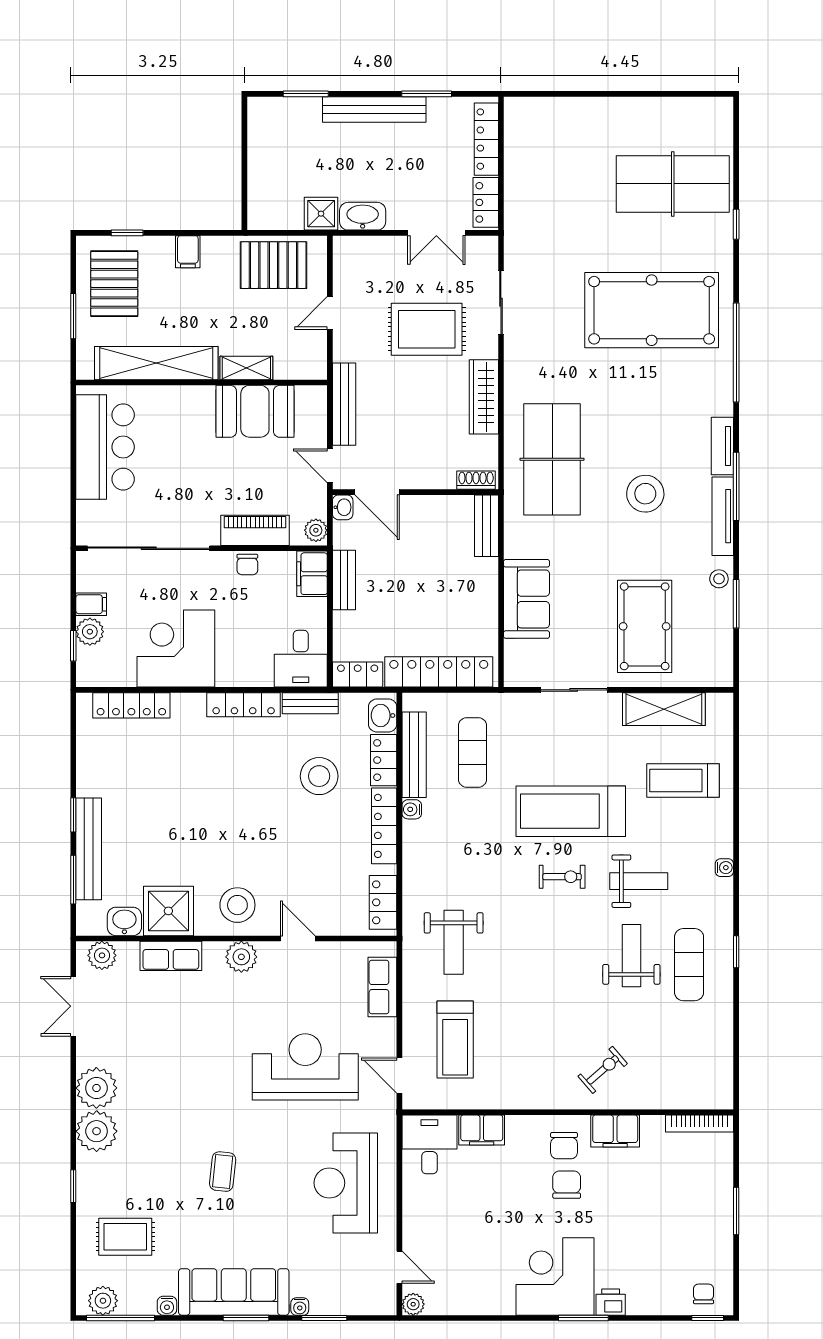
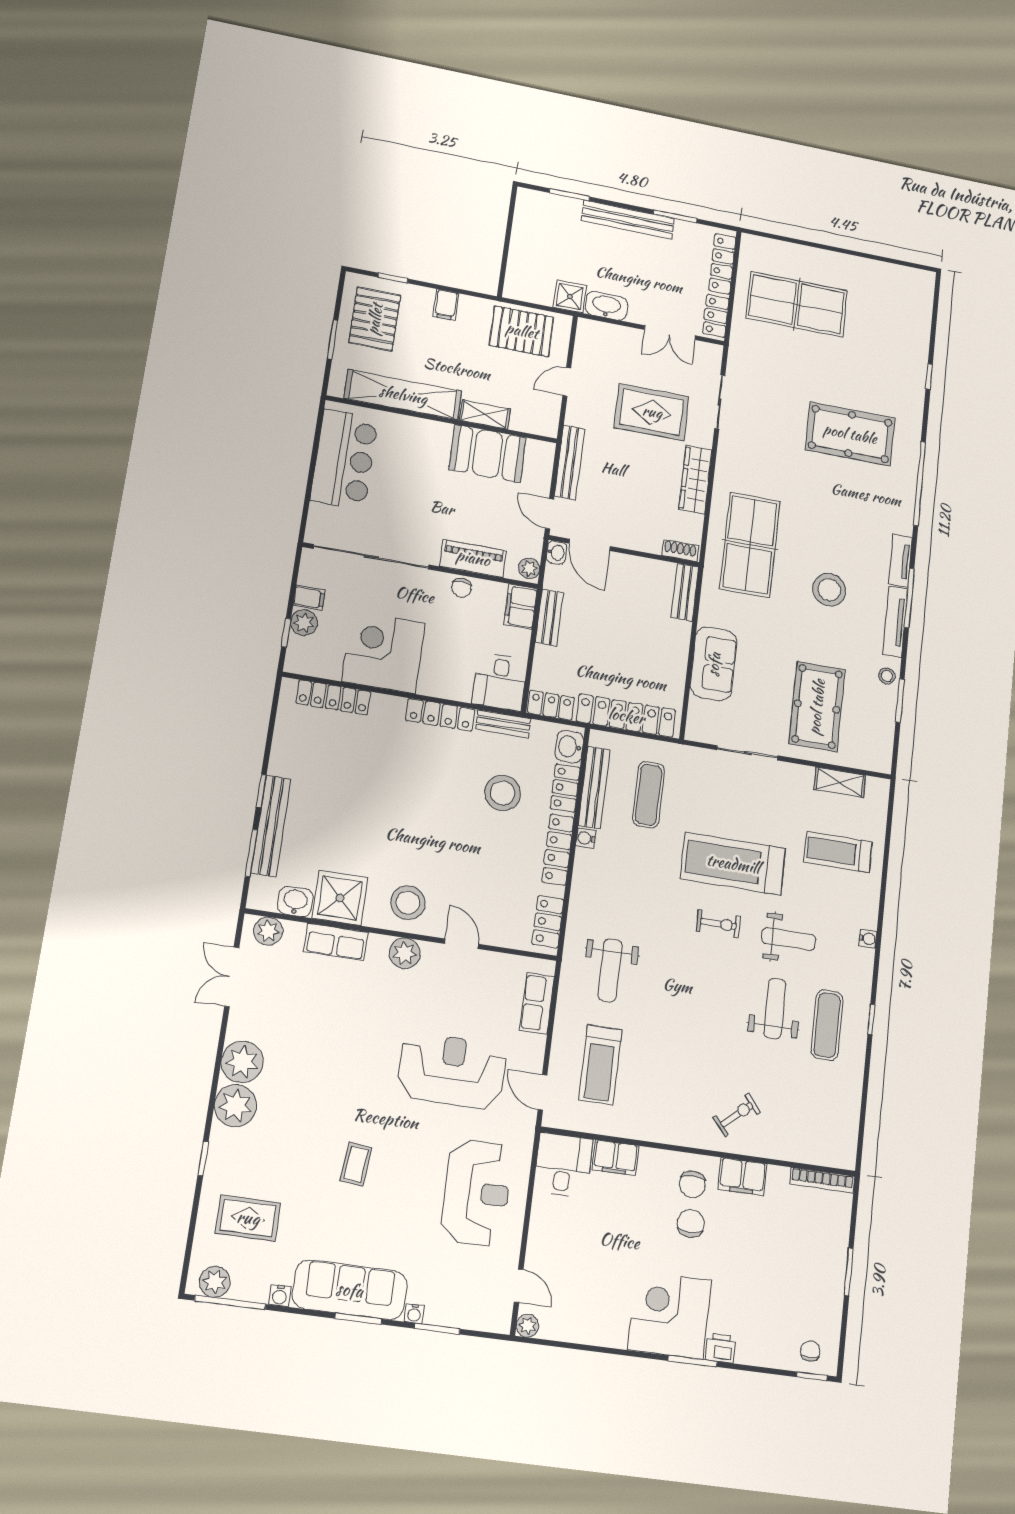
table tennis table: (673, 184) -> (797, 304), moved
pool table: (652, 310) -> (850, 434), width x0.73, depth x0.76
shelving: (664, 709) -> (840, 782), width x0.67, depth x0.75
reception desk: (346, 1183) -> (477, 1193), turned 180

